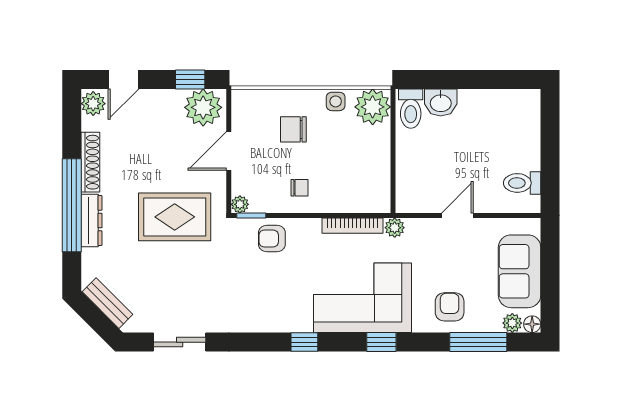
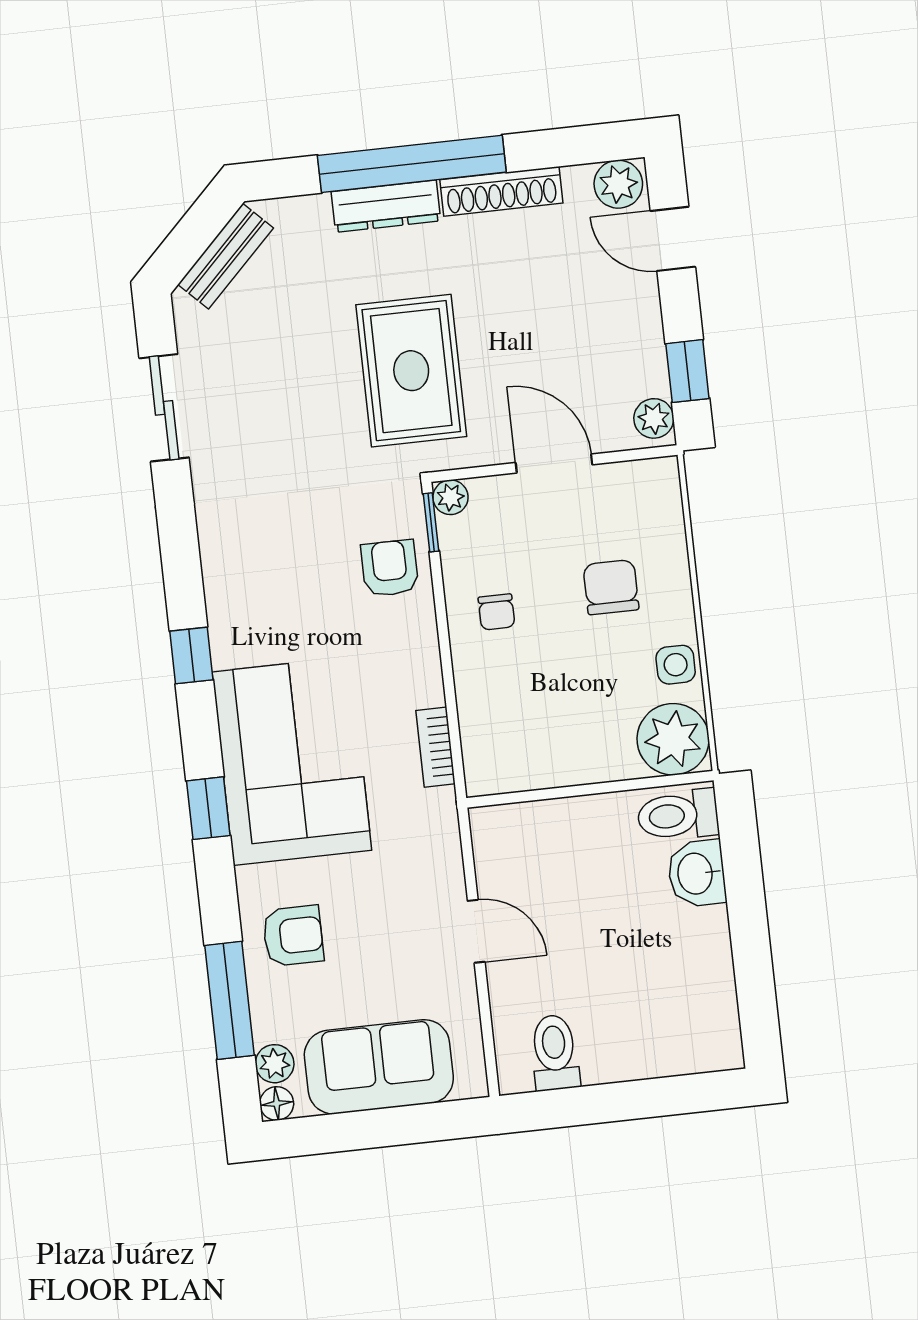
plant: (203, 107) -> (654, 418), width x0.53, depth x0.53
bookcase: (353, 226) -> (435, 747), width x0.64
plant: (395, 228) -> (438, 809), removed

